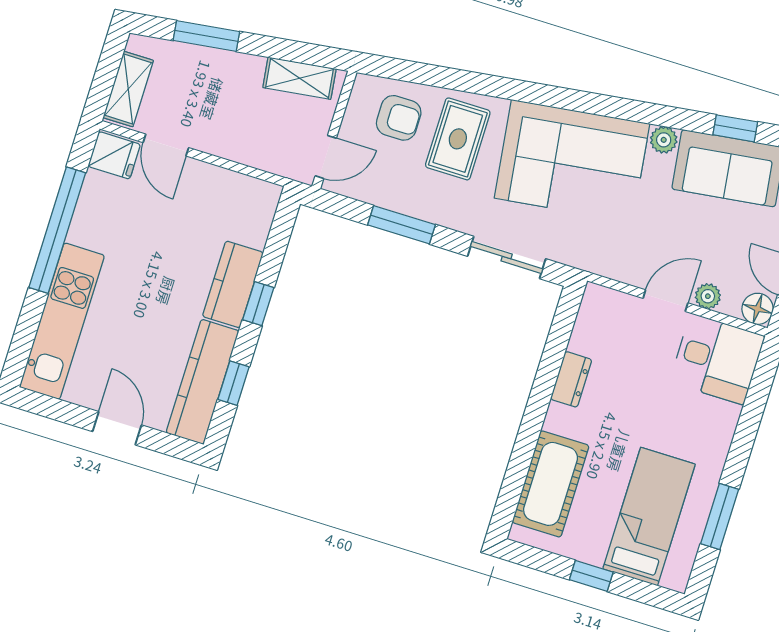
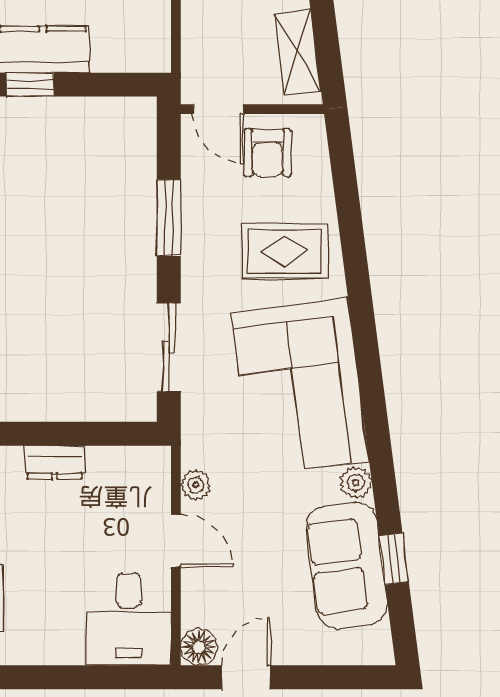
armchair: (399, 118) -> (268, 153), moved
plant: (708, 296) -> (196, 485), moved

